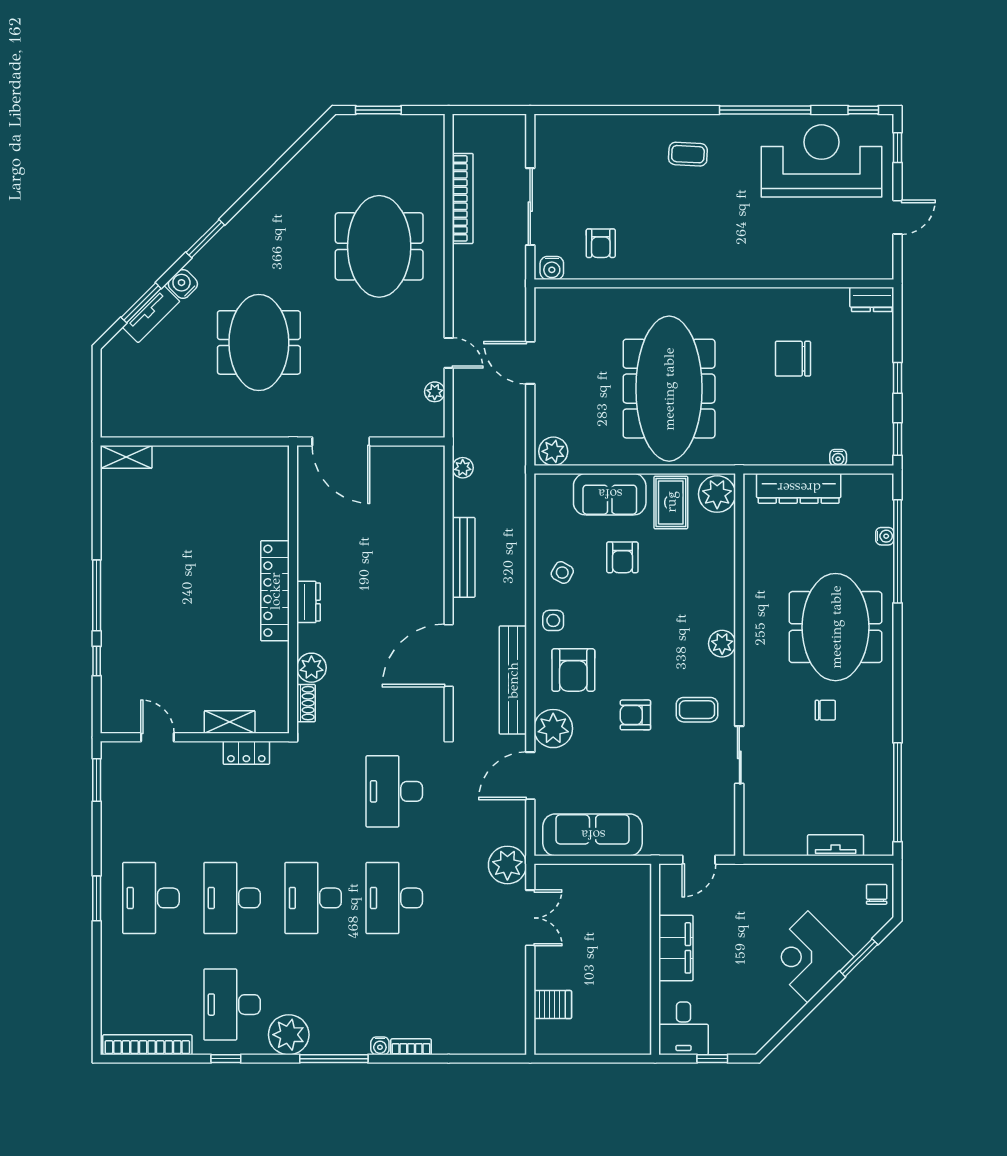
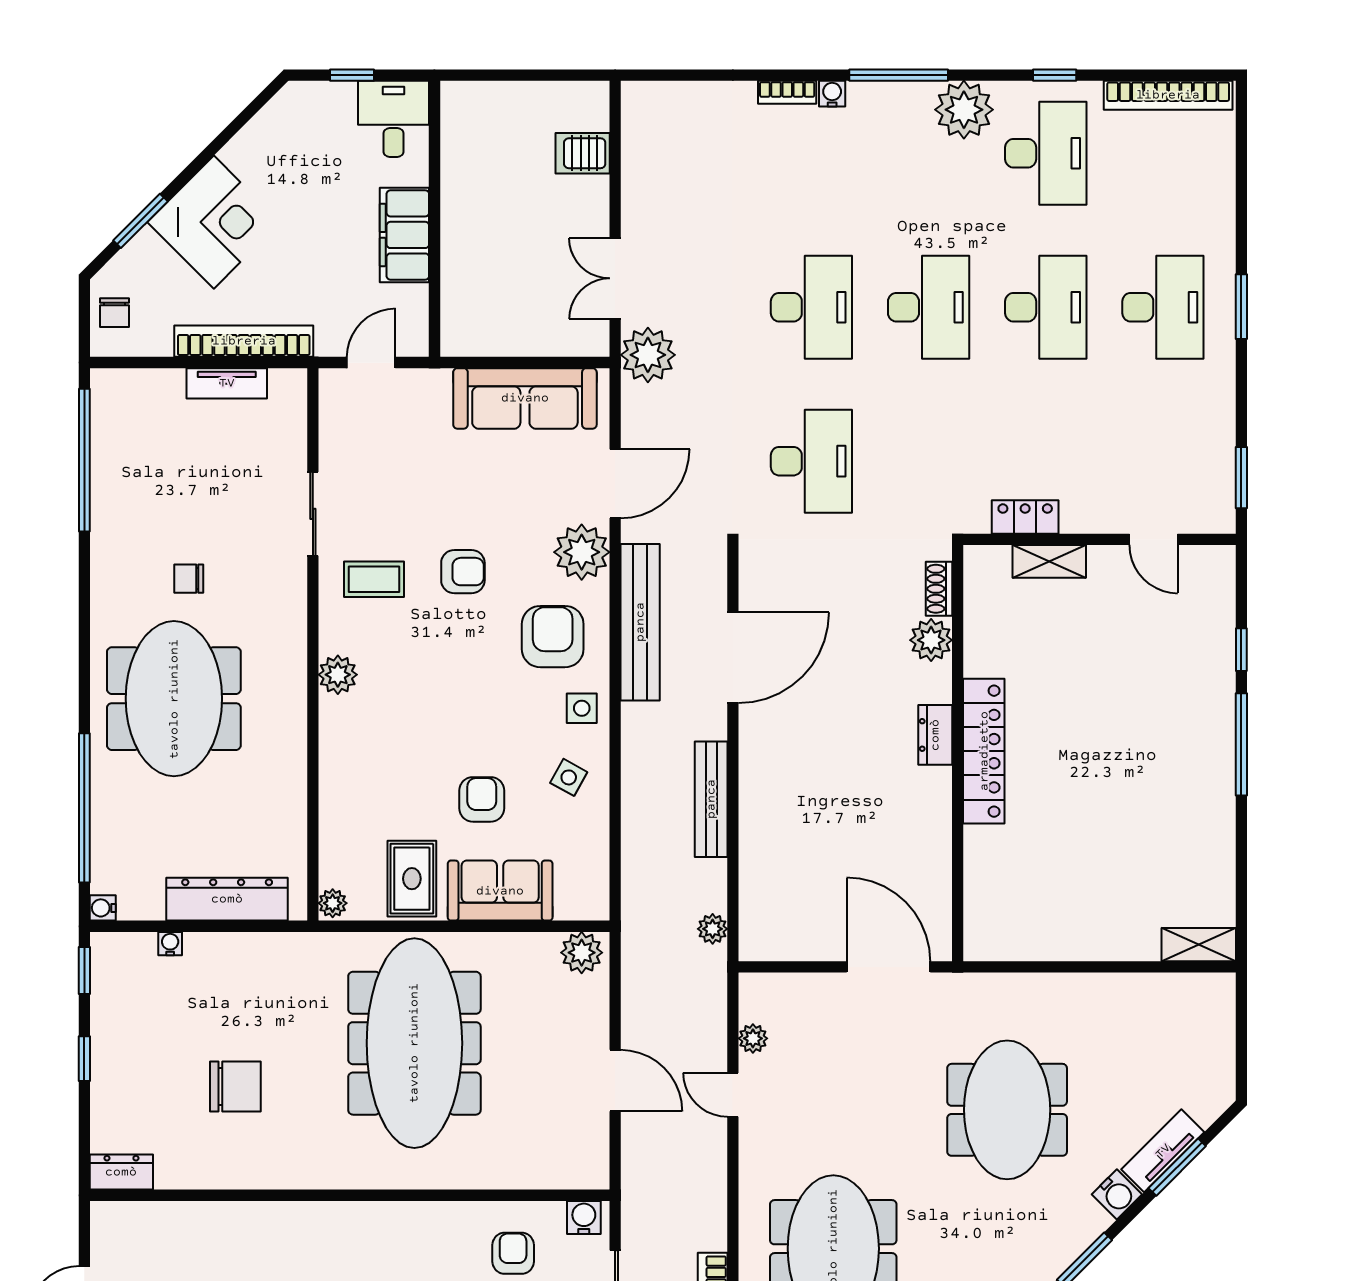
plant: (717, 494) -> (333, 903), width x0.53, depth x0.53
water cooler: (885, 536) -> (103, 908), moved
tv unit: (836, 845) -> (227, 383), moved
bookcase: (787, 874) -> (244, 341), added

